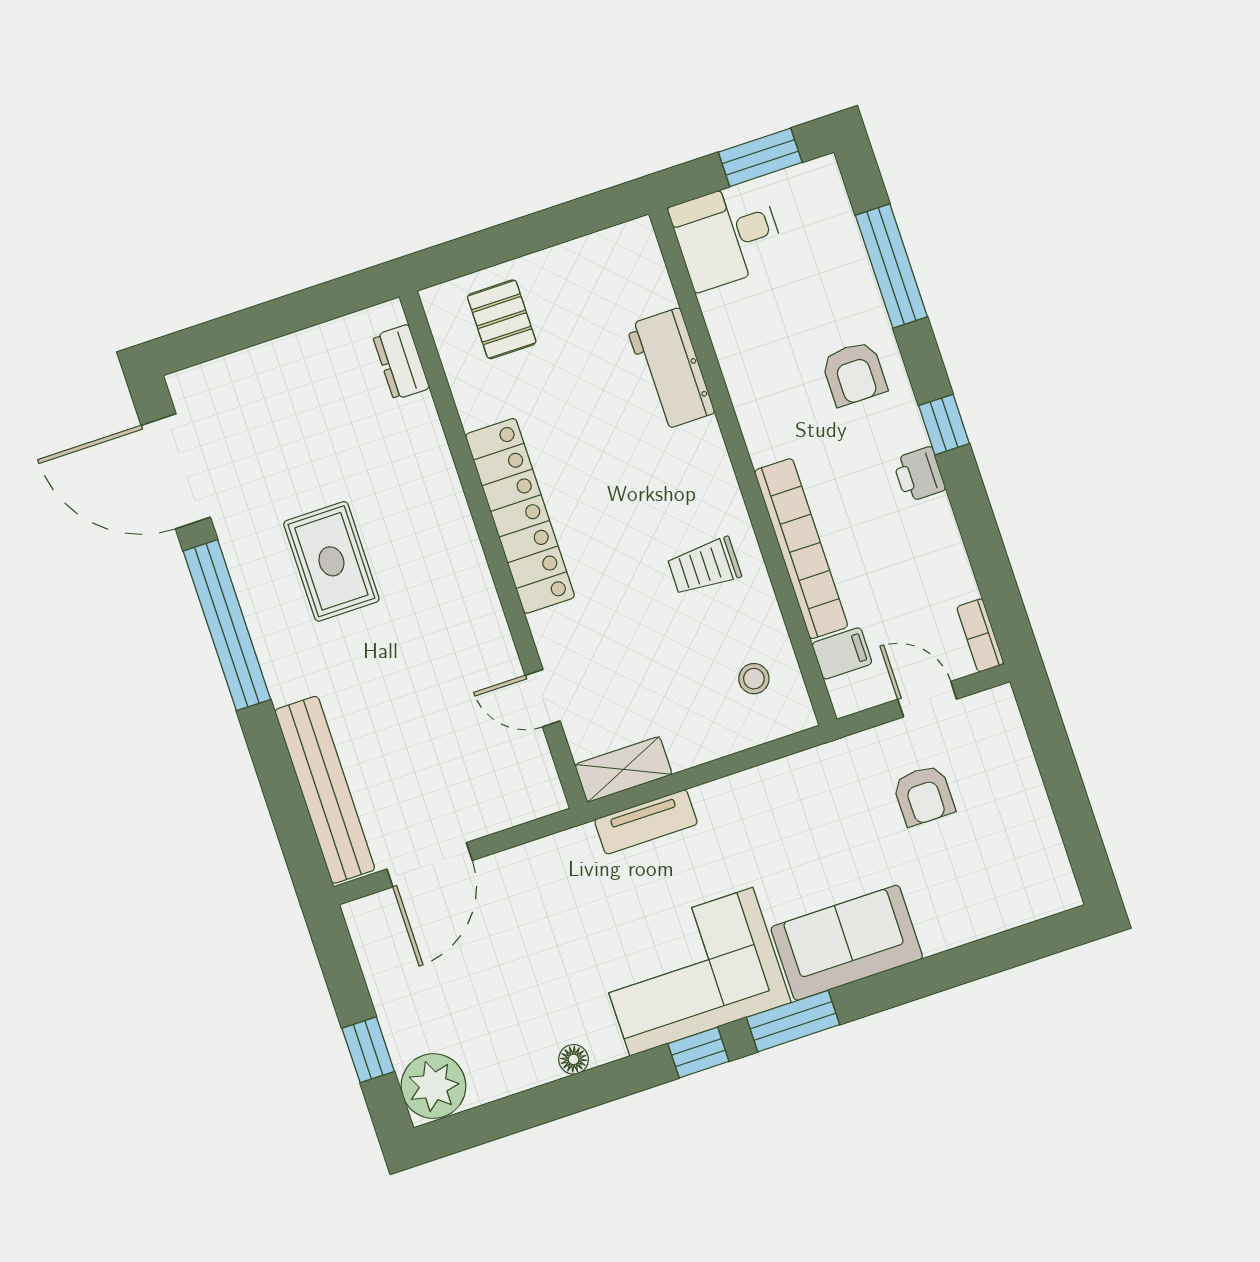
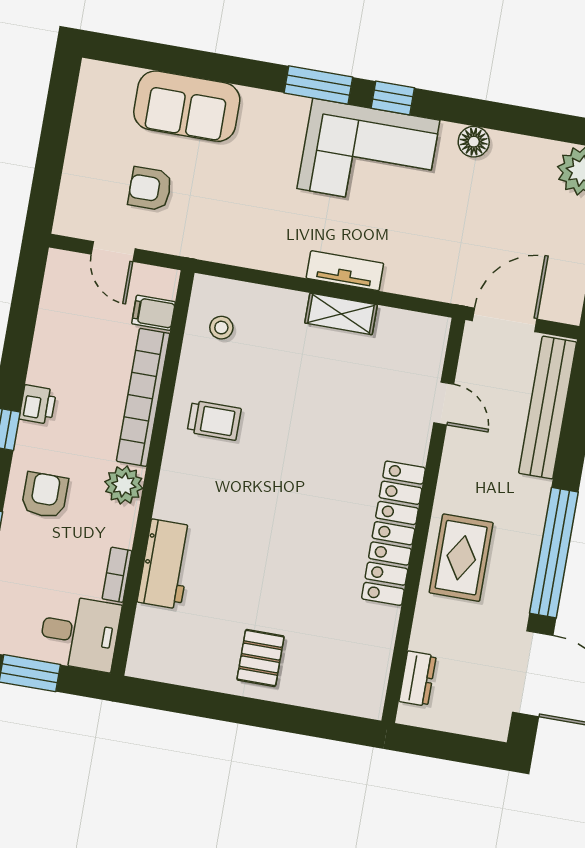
dresser: (401, 362) -> (417, 679), moved
plant: (769, 435) -> (124, 485), added
locker: (520, 516) -> (394, 533), moved
wall: (493, 550) -> (423, 520), moved
bookcase: (980, 635) -> (117, 575), moved, turned 180
door: (543, 698) -> (444, 403), moved
armchair: (924, 795) -> (150, 189), turned -90
sofa: (847, 943) -> (187, 106), moved
floor lamp: (574, 1059) -> (474, 142), width x1.37, depth x1.37

